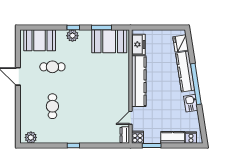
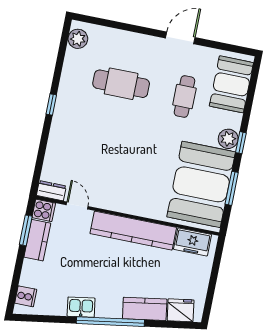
booth: (109, 41) -> (201, 184), width x1.36, depth x1.42
kitchen counter: (185, 72) -> (145, 309), width x0.67
cafe table: (52, 106) -> (121, 84), width x1.37, depth x1.35
kitchen counter: (173, 137) -> (37, 240), moved

